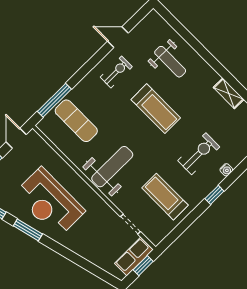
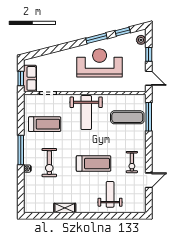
weight bench: (170, 62) -> (110, 194), turned 90
treadmill: (156, 109) -> (94, 164), turned 180
window: (214, 195) -> (21, 150), width x2.17

